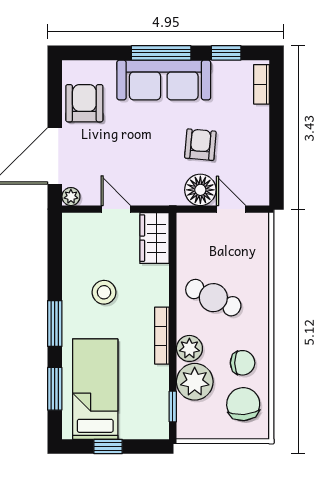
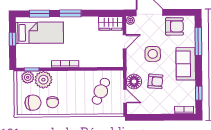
window: (161, 53) -> (198, 41), moved
sofa: (164, 80) -> (186, 64), width x0.73
side table: (142, 150) -> (153, 54), added
door: (231, 209) -> (125, 96), hinge flipped
wardrobe: (155, 238) -> (111, 23), moved, turned 180
stool: (104, 292) -> (85, 36), removed
cafe table: (213, 298) -> (101, 91), moved
plant: (189, 348) -> (28, 77), moved

